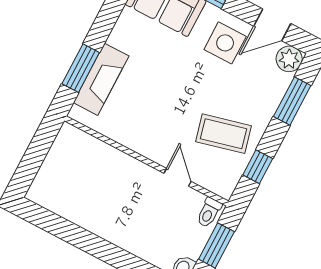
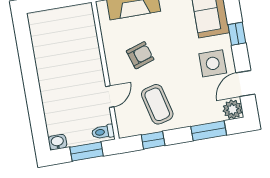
door: (272, 25) -> (245, 83), hinge flipped
armchair: (158, 112) -> (140, 55), added

